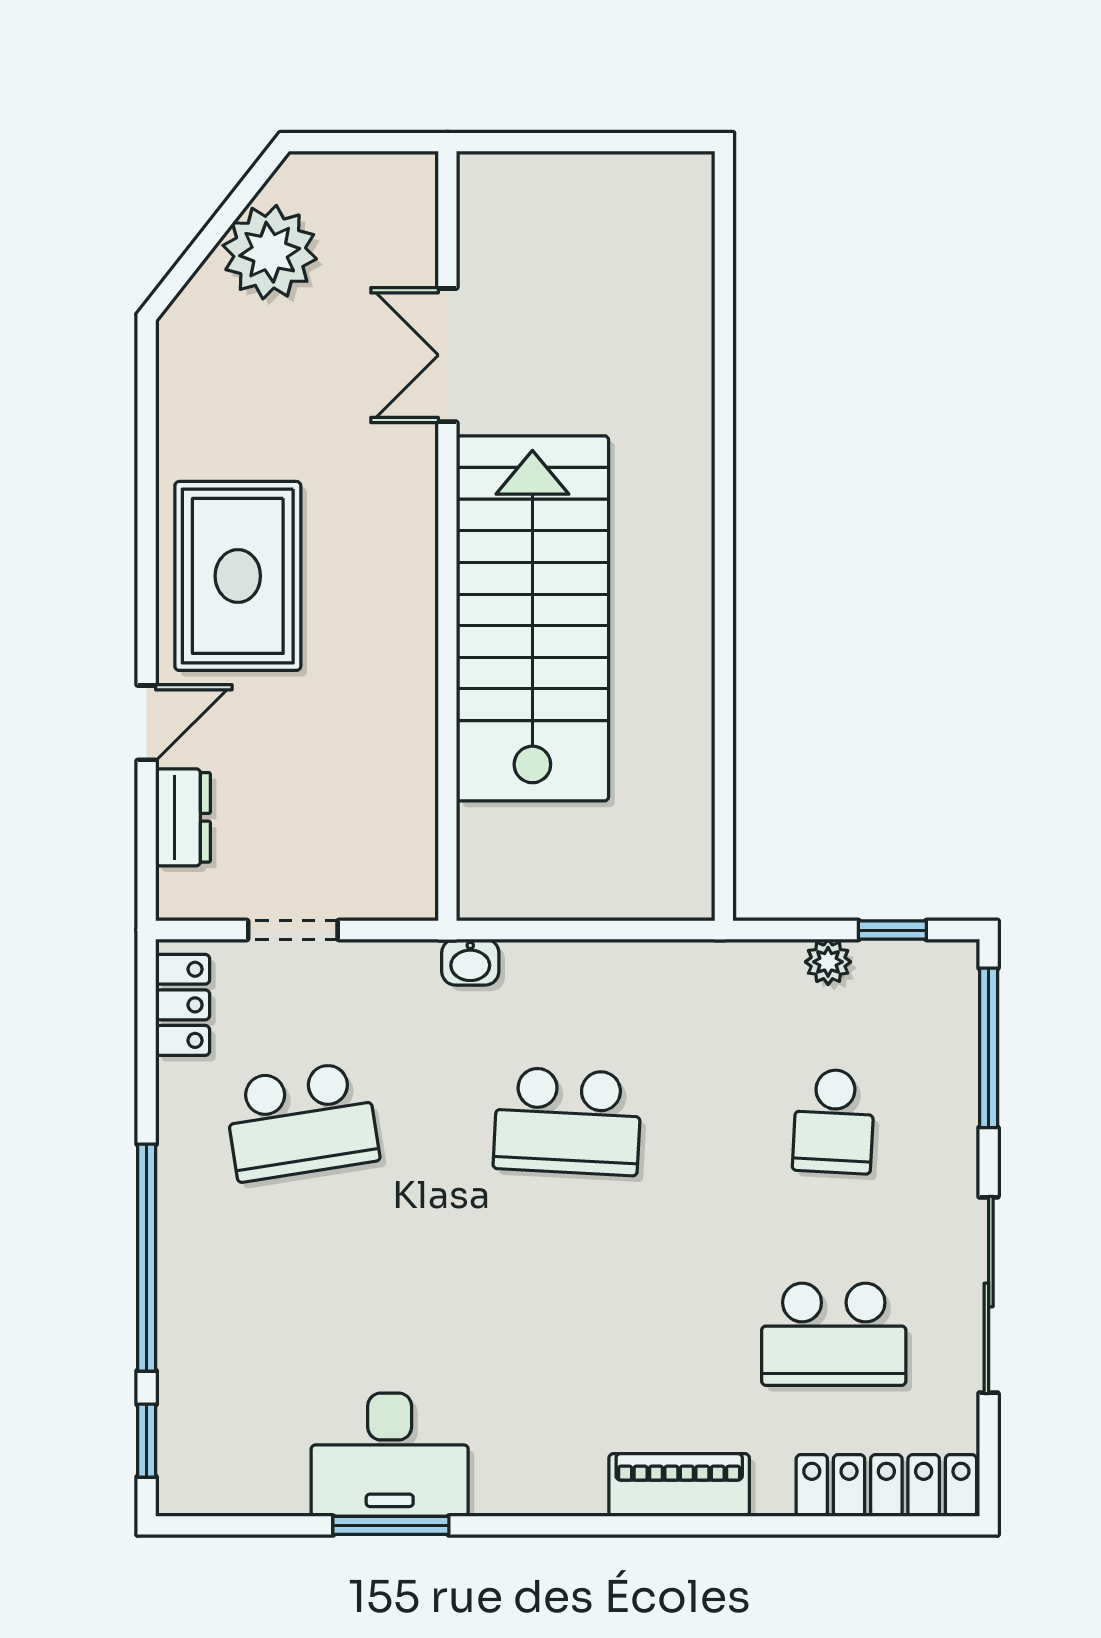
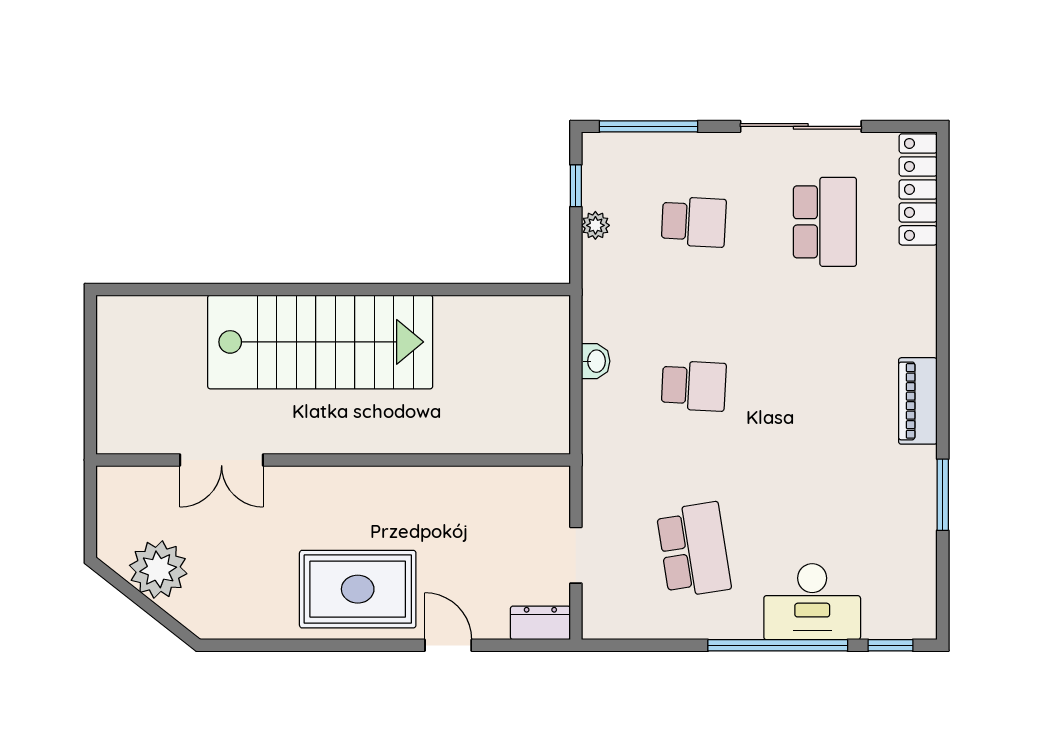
stairs: (532, 618) -> (320, 342), moved, turned 180
dresser: (183, 817) -> (540, 623), moved
washbasin: (470, 962) -> (596, 361), moved
locker: (183, 1005) -> (622, 623), removed
school desk: (568, 1121) -> (694, 386), width x0.54
desk: (390, 1455) -> (812, 602), moved, turned 90
piano: (679, 1485) -> (918, 401), moved

